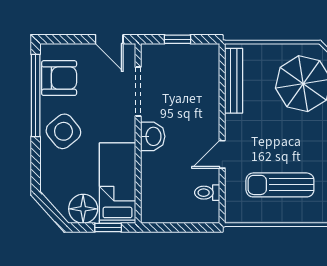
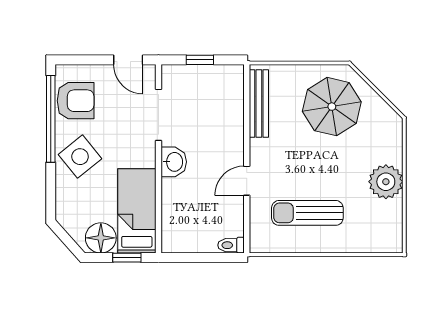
toilet: (207, 193) -> (231, 245), moved

